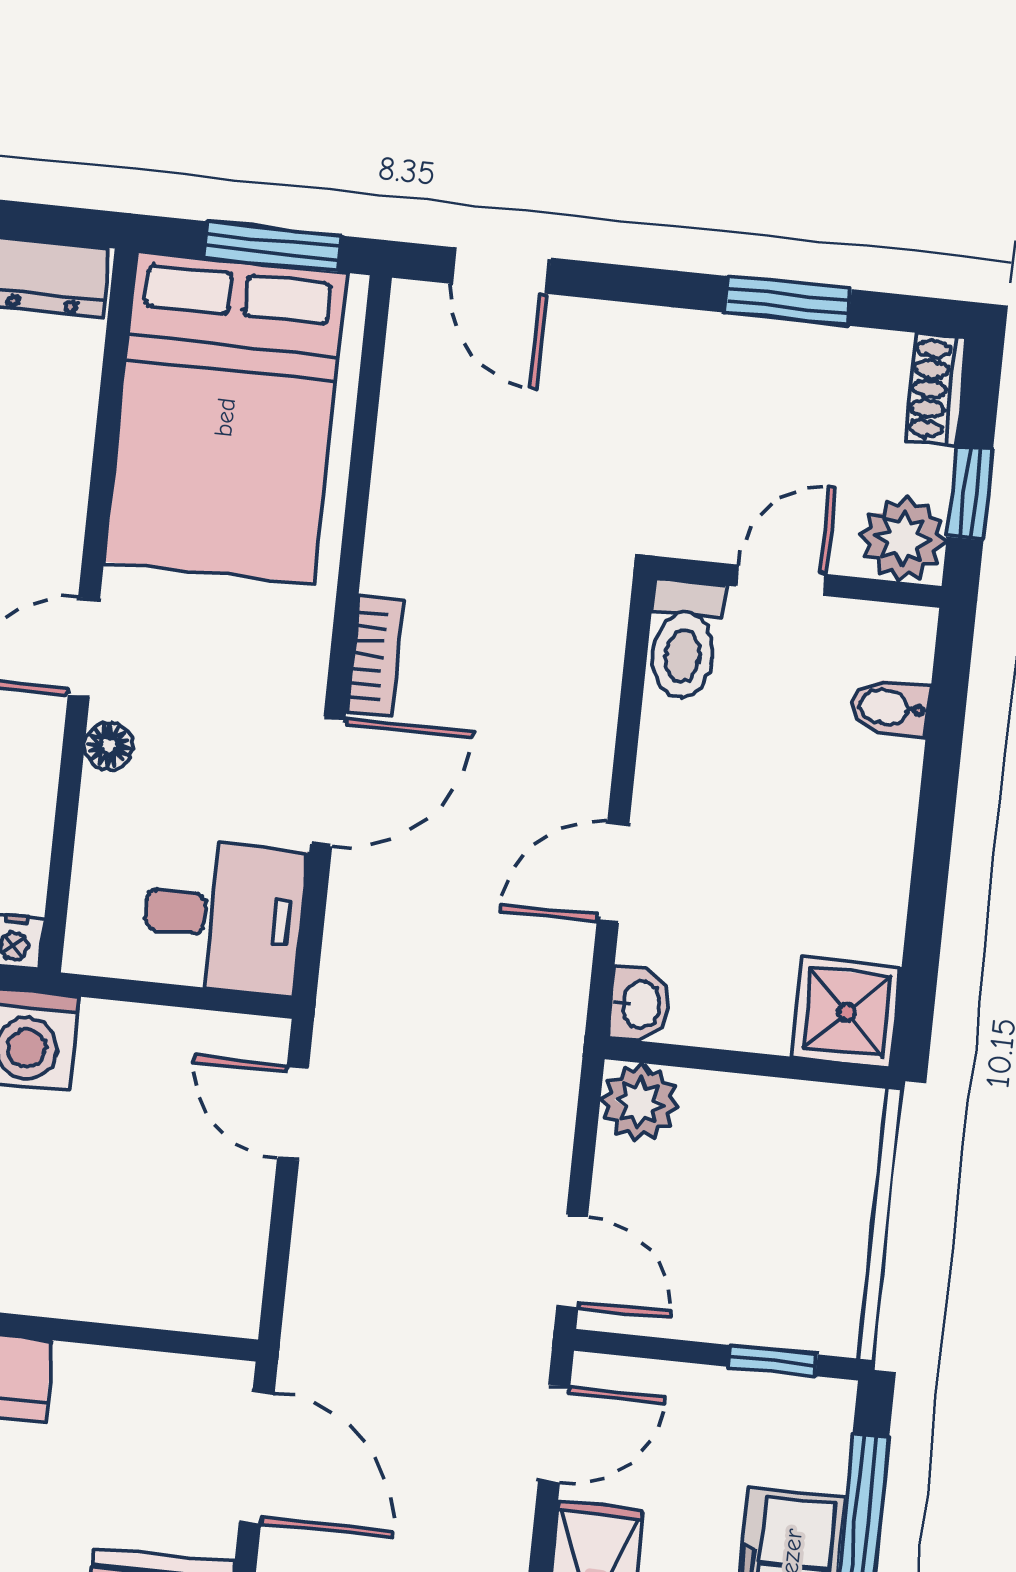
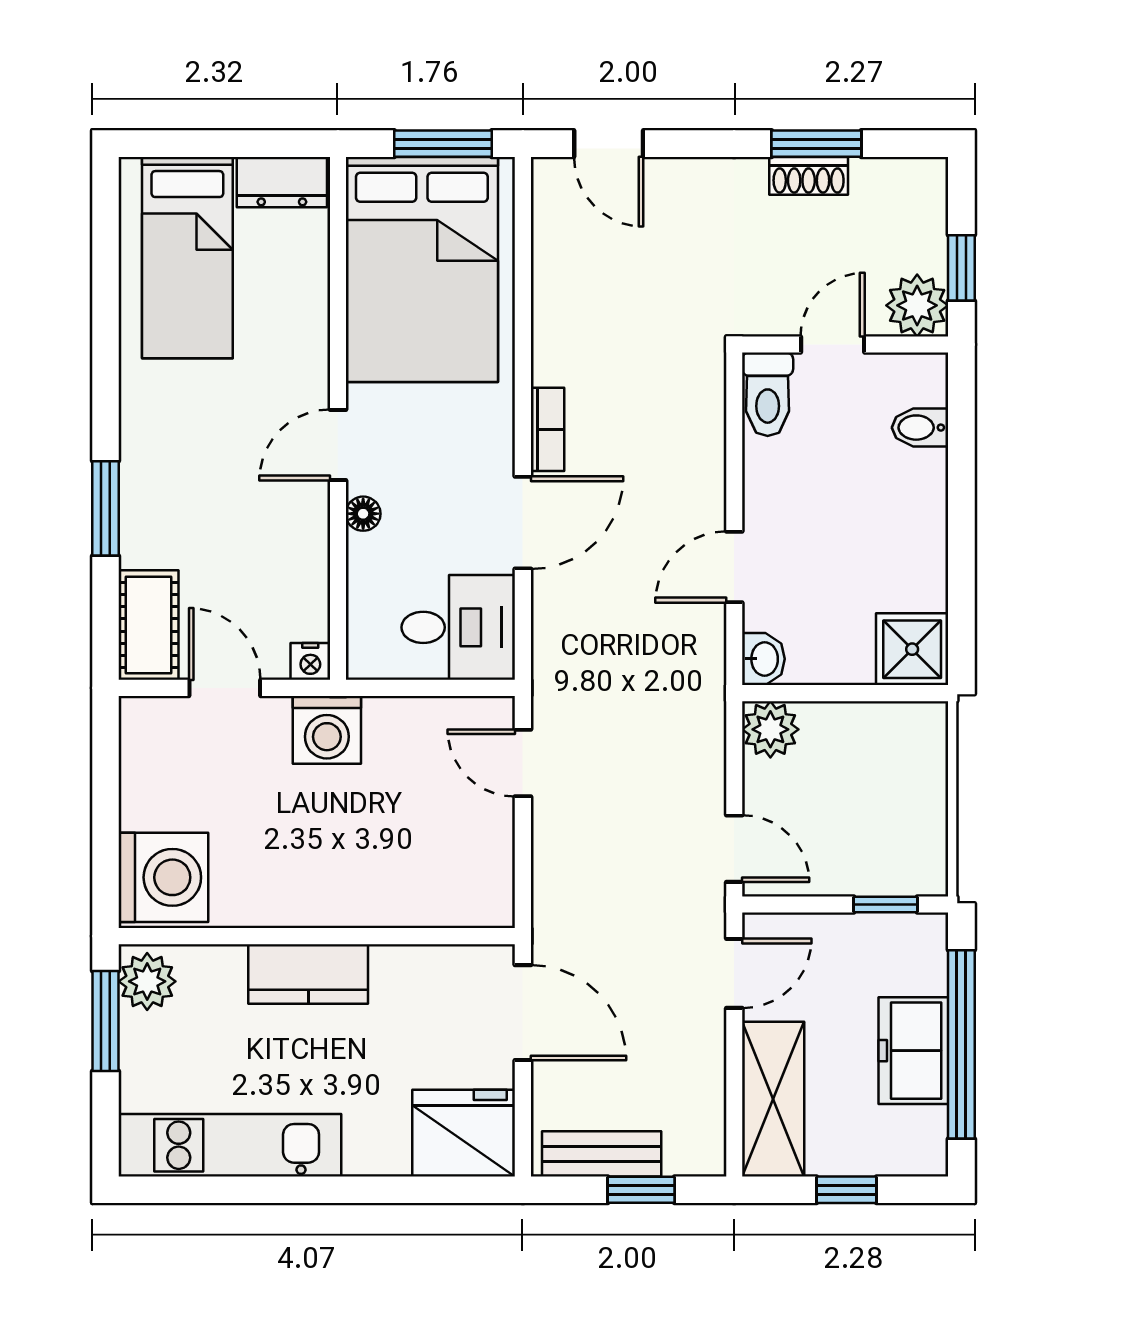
shoe rack: (936, 390) -> (809, 176), moved, turned -90

